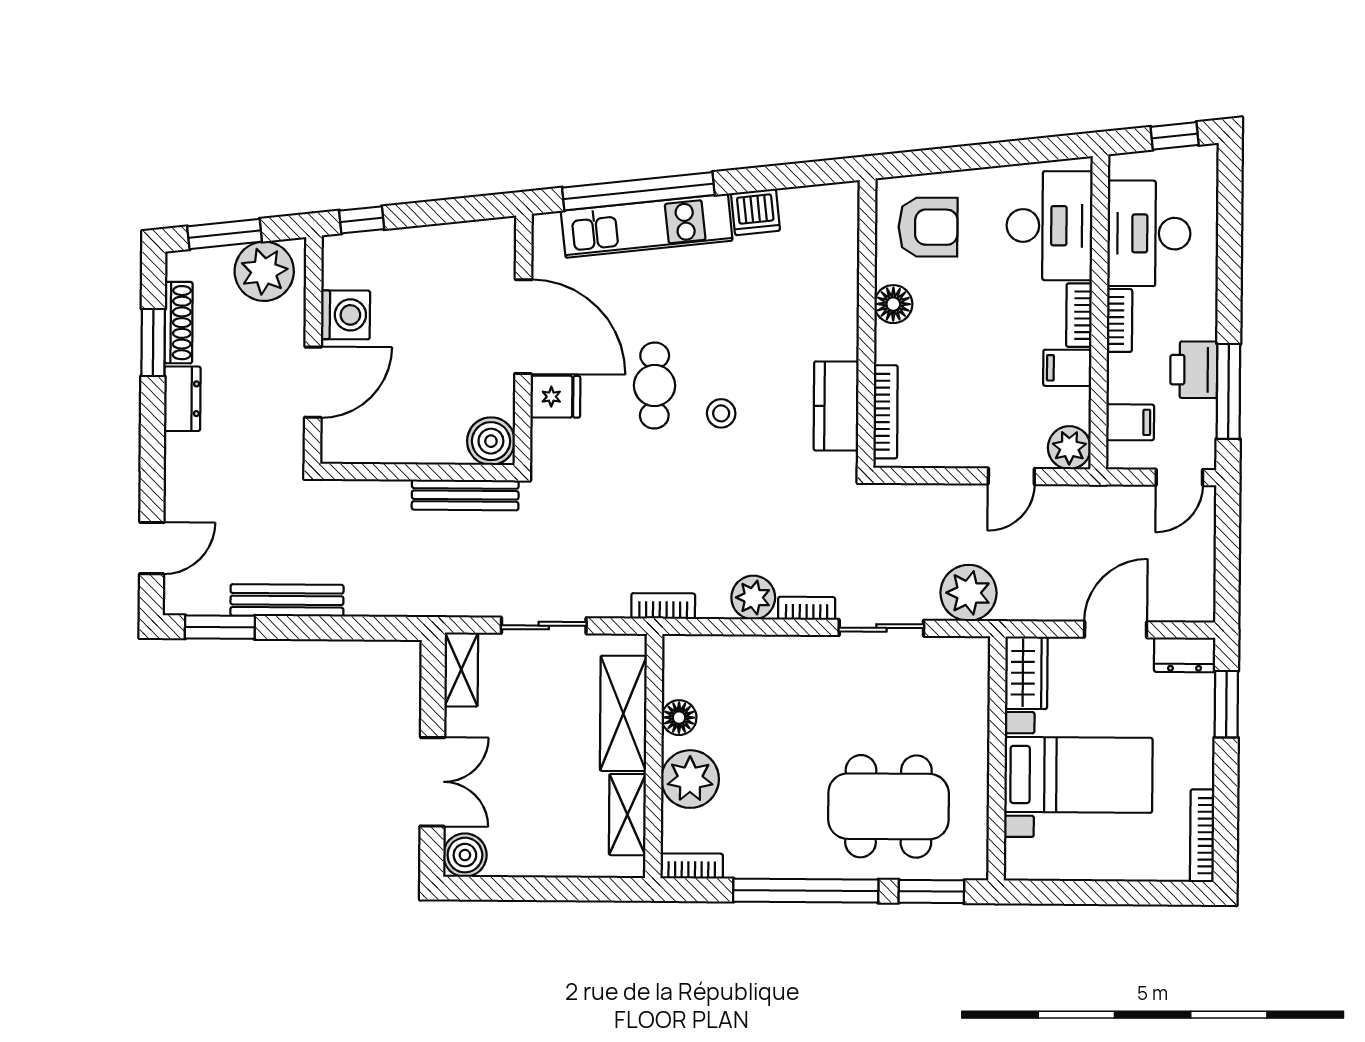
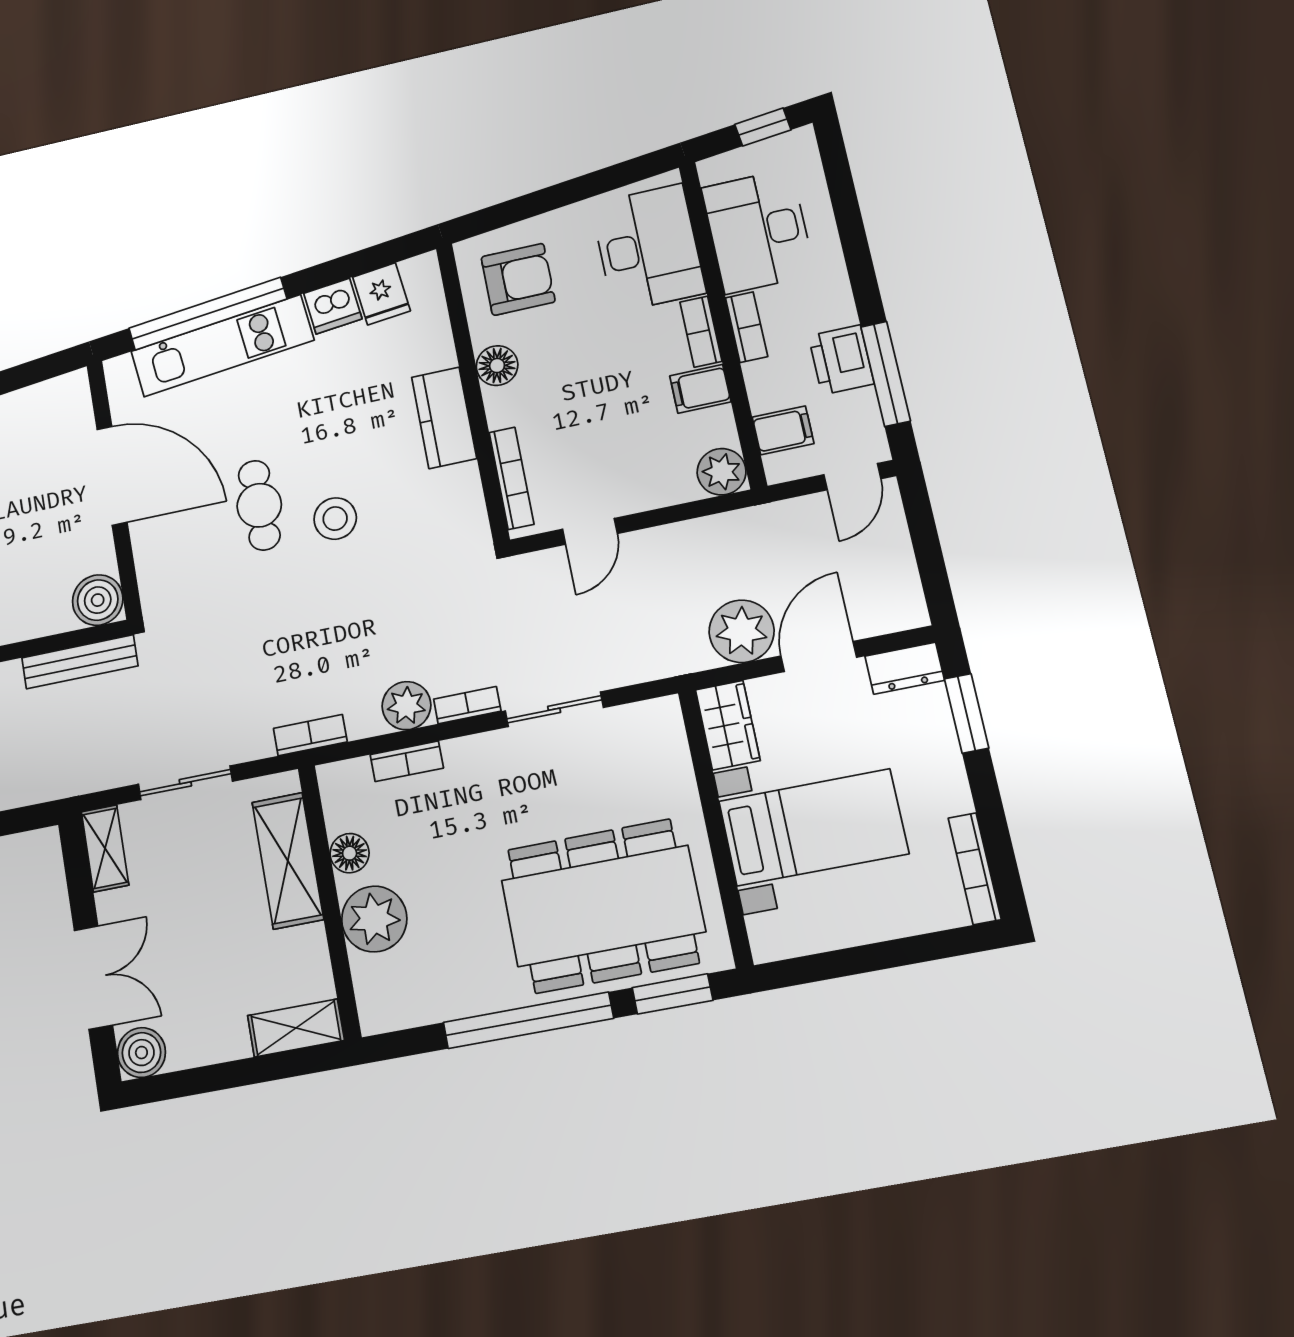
fridge: (555, 397) -> (381, 294), moved, turned 84
kitchen counter: (836, 406) -> (444, 418), moved
stool: (721, 413) -> (335, 519), width x1.37, depth x1.37
door: (1011, 476) -> (590, 531), moved
plant: (969, 593) -> (742, 631), moved
dining table: (888, 806) -> (603, 906), width x1.36, depth x1.24
shelving: (627, 815) -> (296, 1028), moved, turned 90
bookcase: (692, 866) -> (407, 761), moved, turned 180

